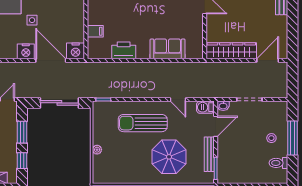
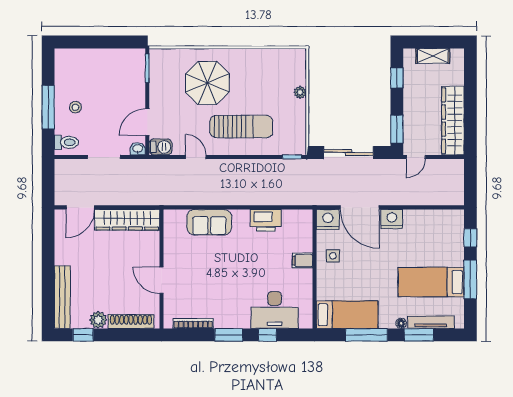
side table: (32, 20) -> (333, 256), moved
filing cabinet: (95, 31) -> (303, 261), moved
window: (22, 132) -> (397, 129), moved
bench: (209, 154) -> (155, 86), removed
toilet: (278, 163) -> (66, 142), moved

